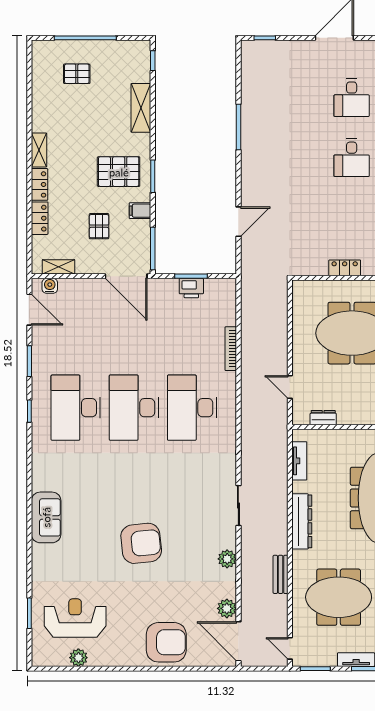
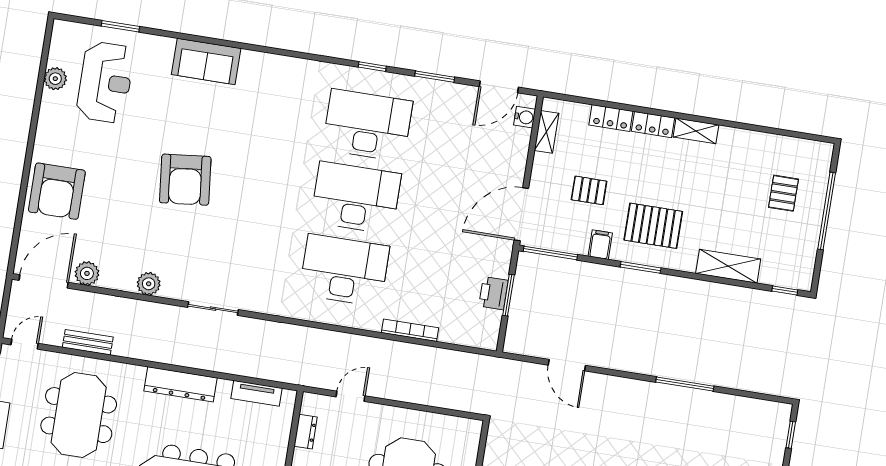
pallet: (119, 172) -> (653, 226), turned 90
sofa: (46, 517) -> (206, 61), moved
bench: (281, 574) -> (88, 342), moved

